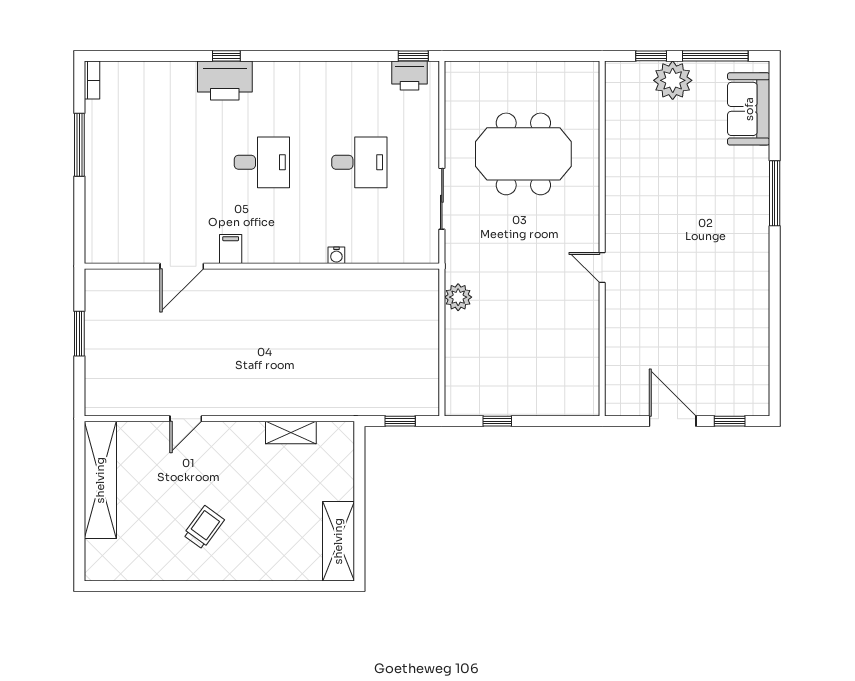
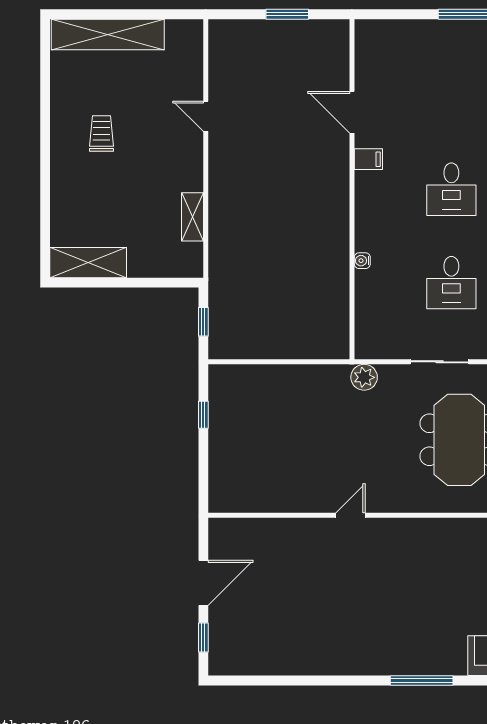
sliding door: (442, 199) -> (440, 362), moved
plant: (458, 297) -> (364, 377), moved
shelving: (100, 480) -> (108, 34), moved
trolley: (204, 527) -> (101, 134), turned -126

